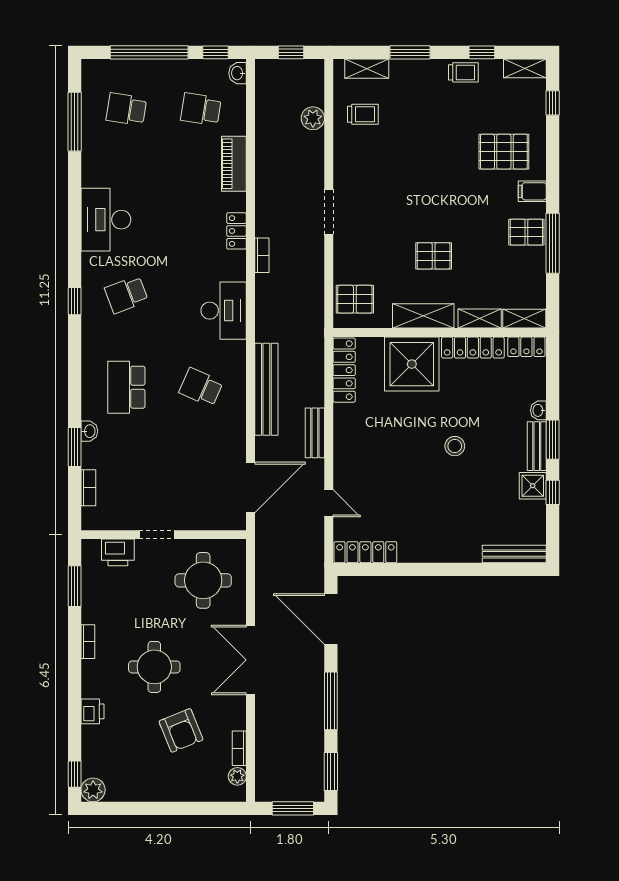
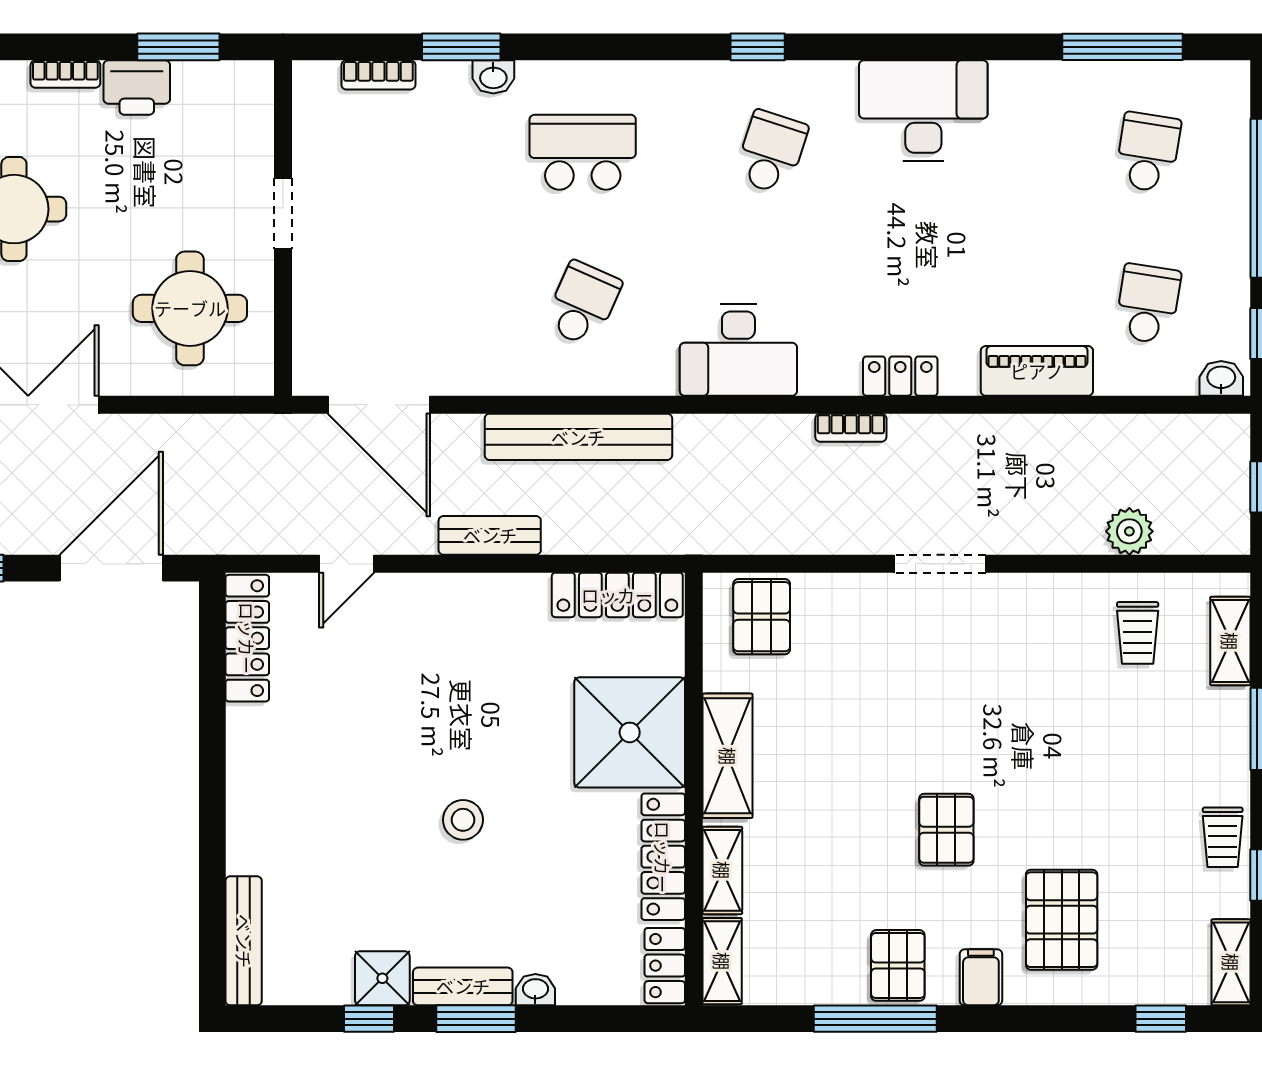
pallet: (434, 256) -> (946, 830), moved
school desk: (126, 295) -> (771, 152), turned 39
printer: (118, 552) -> (137, 88), moved, turned -90

